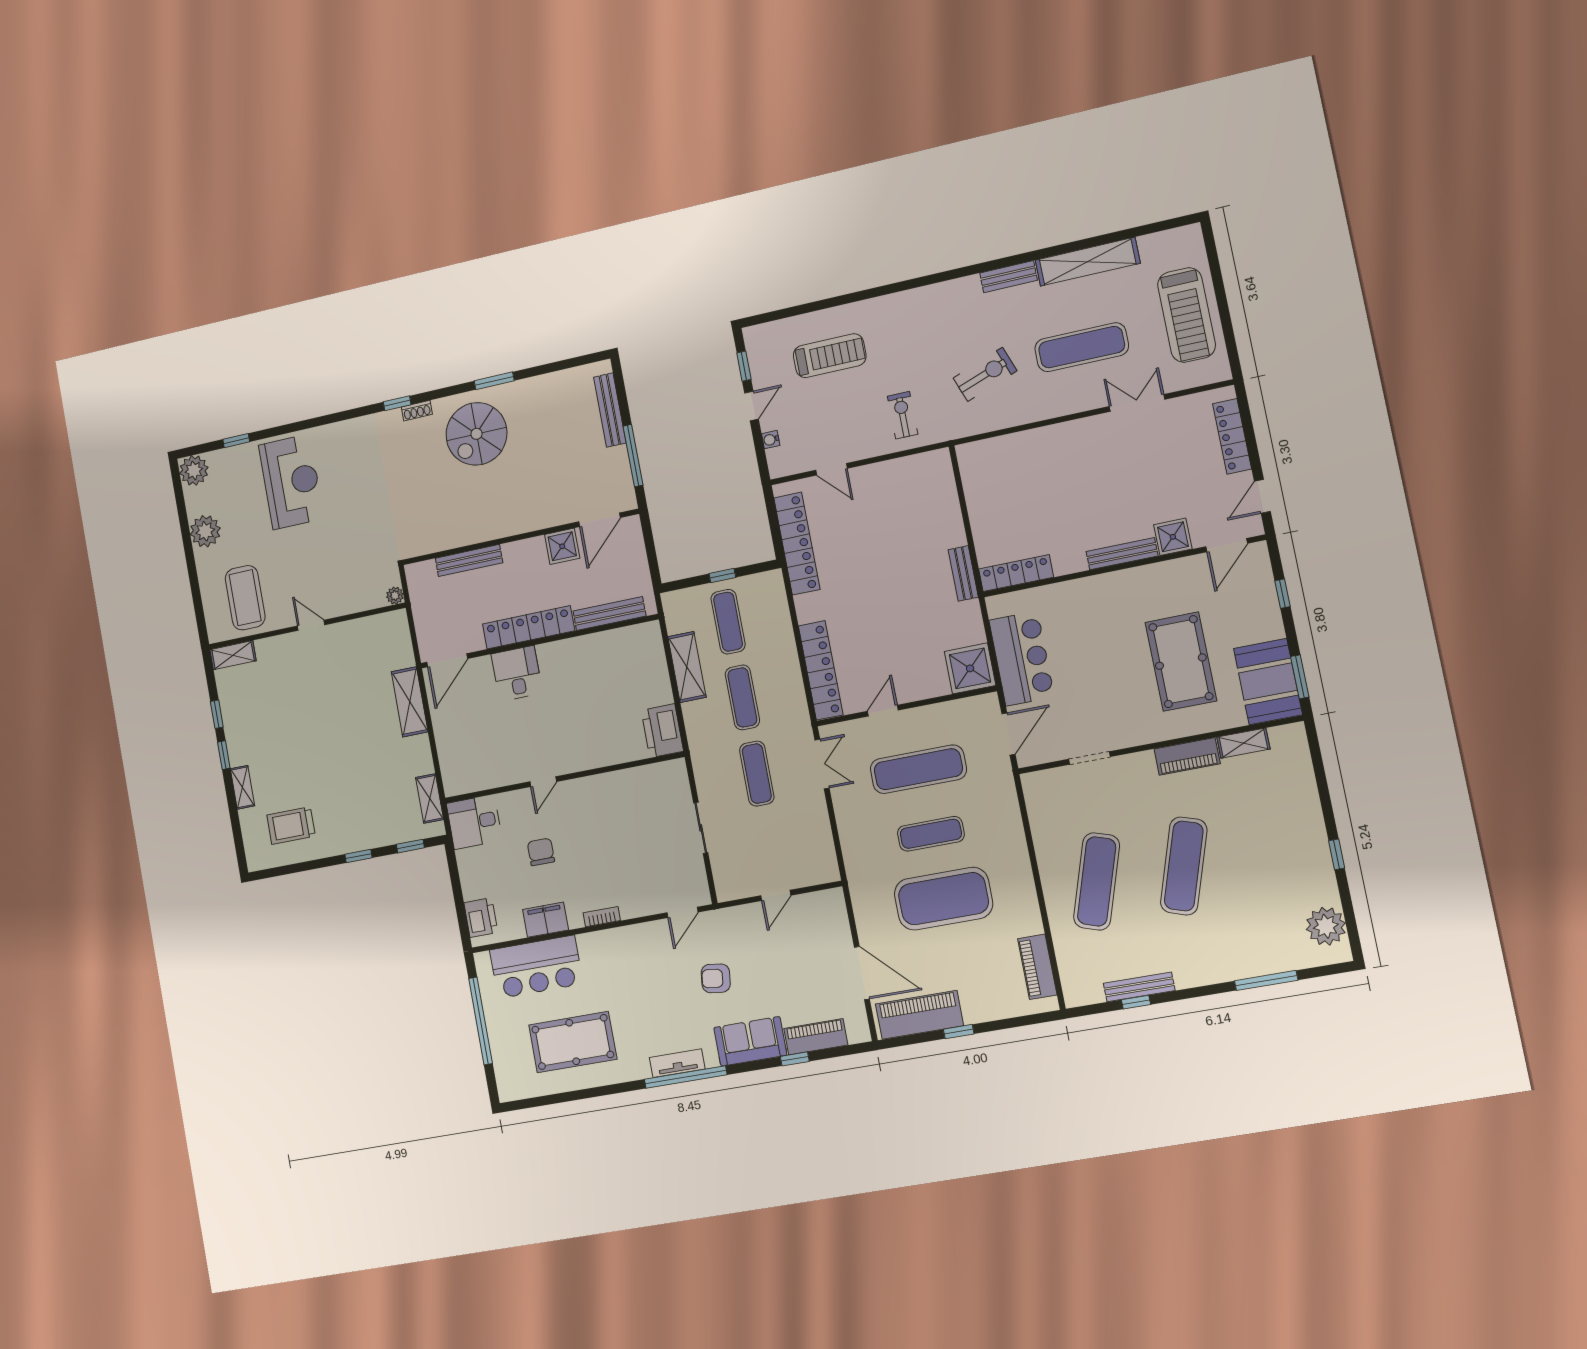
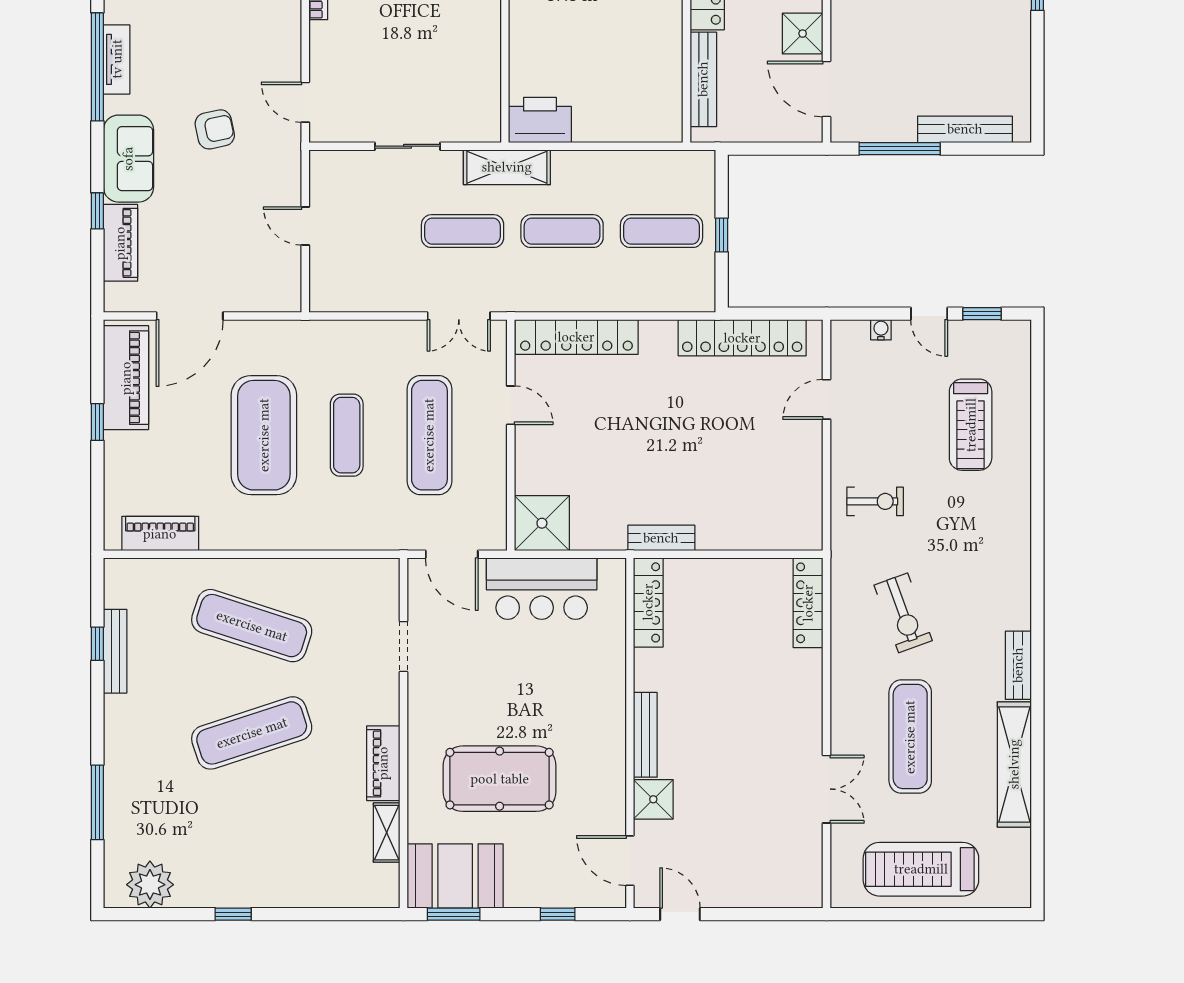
locker: (1232, 436) -> (808, 603), moved, turned -90
shelving: (687, 667) -> (507, 167), moved
exercise mat: (1184, 866) -> (252, 733), turned -36
armchair: (716, 978) -> (215, 129), turned 71

